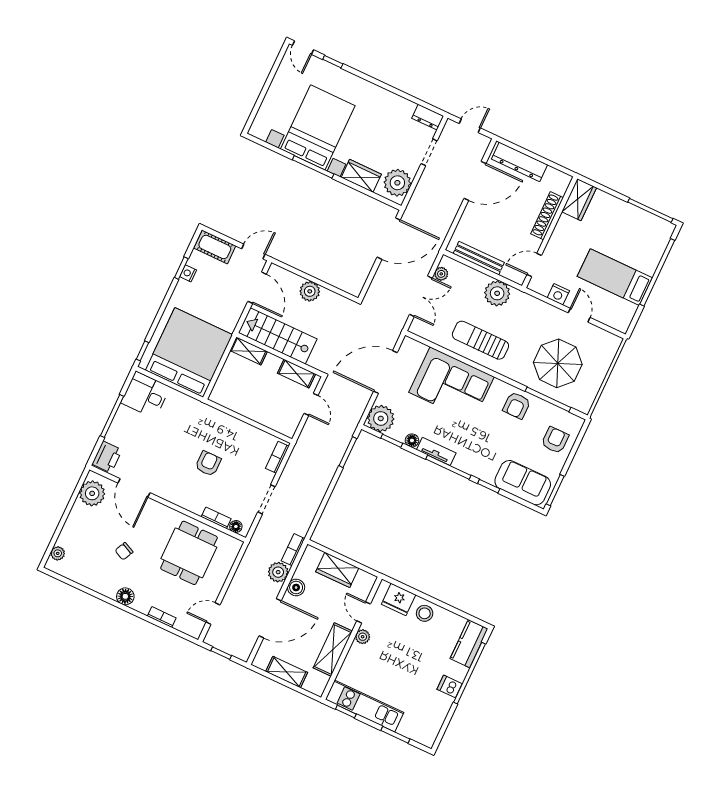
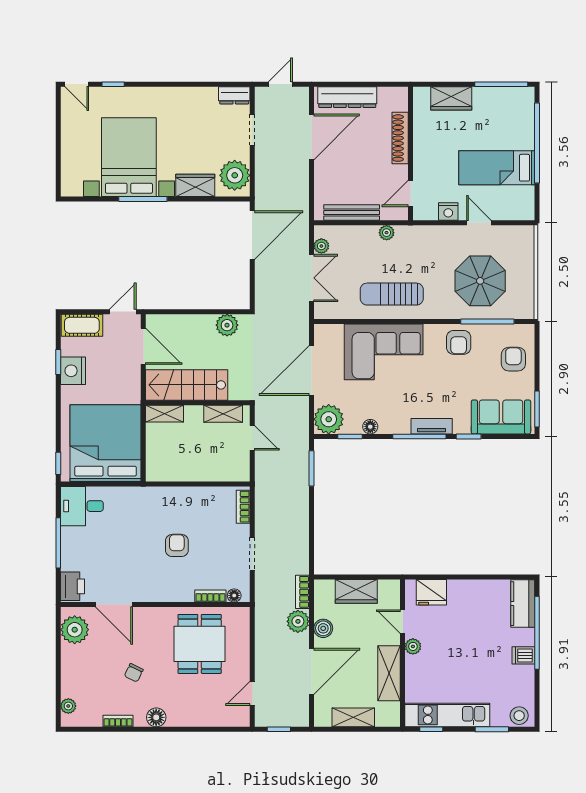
wardrobe: (579, 200) -> (451, 98), moved, turned 90
nightstand: (188, 273) -> (73, 371), width x1.89, depth x1.79
plant: (310, 291) -> (227, 325), moved
plant: (497, 293) -> (387, 233), width x0.53, depth x0.53
tv unit: (436, 451) -> (432, 426), moved
stool: (425, 613) -> (519, 716), moved
bookcase: (162, 617) -> (118, 721), moved

